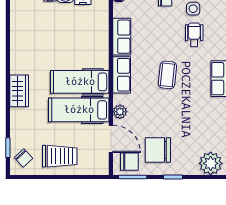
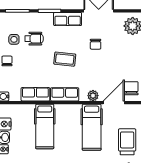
wheelchair: (194, 35) -> (34, 39), turned 180
hospital bed: (80, 82) -> (45, 126), moved
chair: (158, 150) -> (96, 44), moved, width x0.54, depth x0.54

